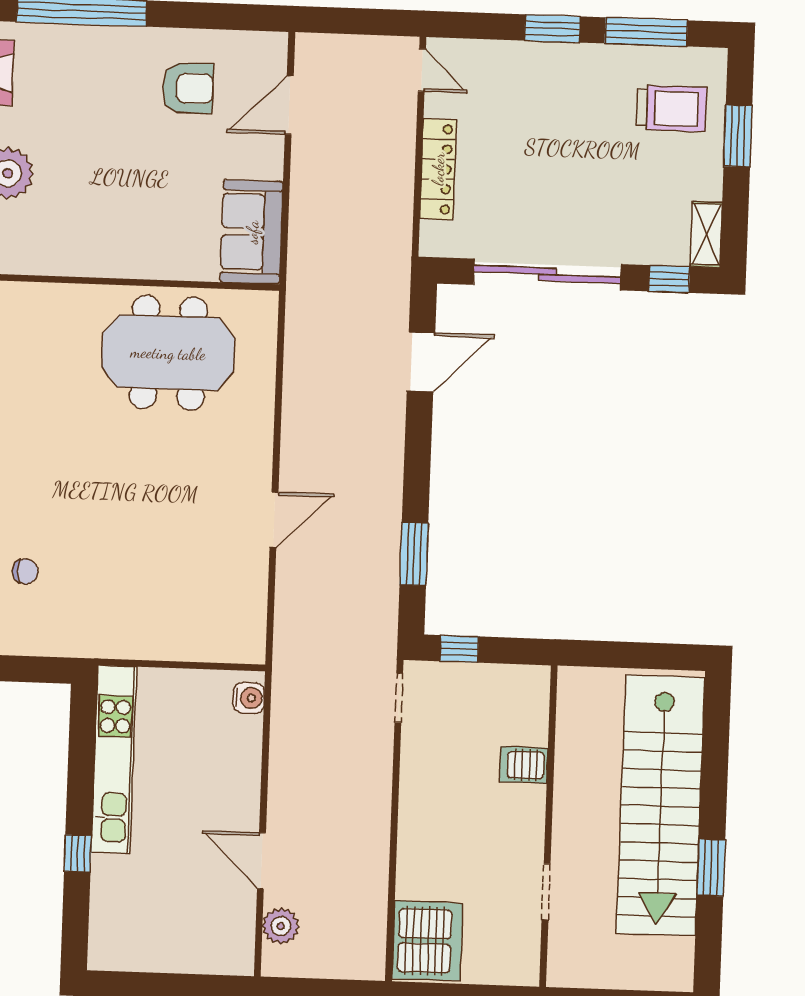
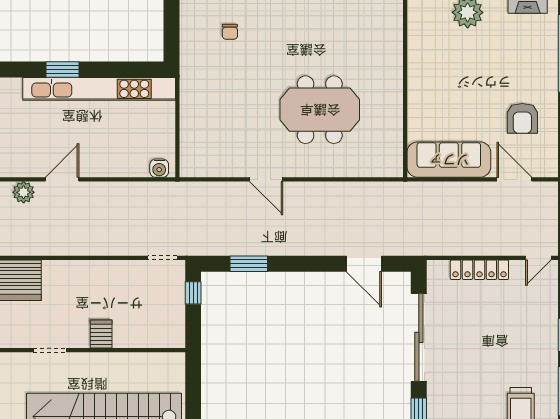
sofa: (252, 232) -> (449, 160), width x1.36
meeting table: (168, 353) -> (320, 110), moved, turned 90
kitchen unit: (114, 759) -> (99, 89), width x1.36
server rack: (524, 765) -> (101, 334), moved
window: (78, 853) -> (62, 69), width x1.50

